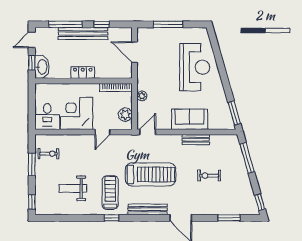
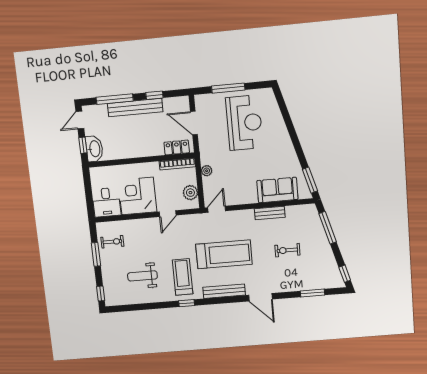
reception desk: (195, 67) -> (244, 123), moved
locker: (83, 73) -> (177, 148), moved
sofa: (190, 119) -> (277, 190), moved

